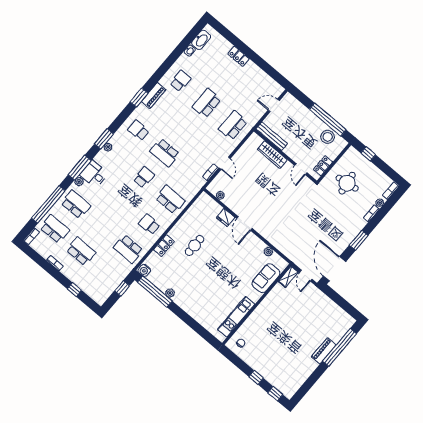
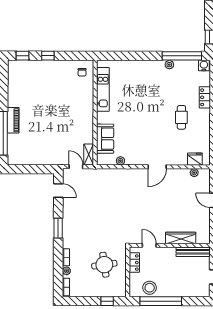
fridge: (226, 218) -> (195, 159), moved
door: (244, 223) -> (157, 167), swing flipped
door: (334, 269) -> (58, 190), width x0.53

